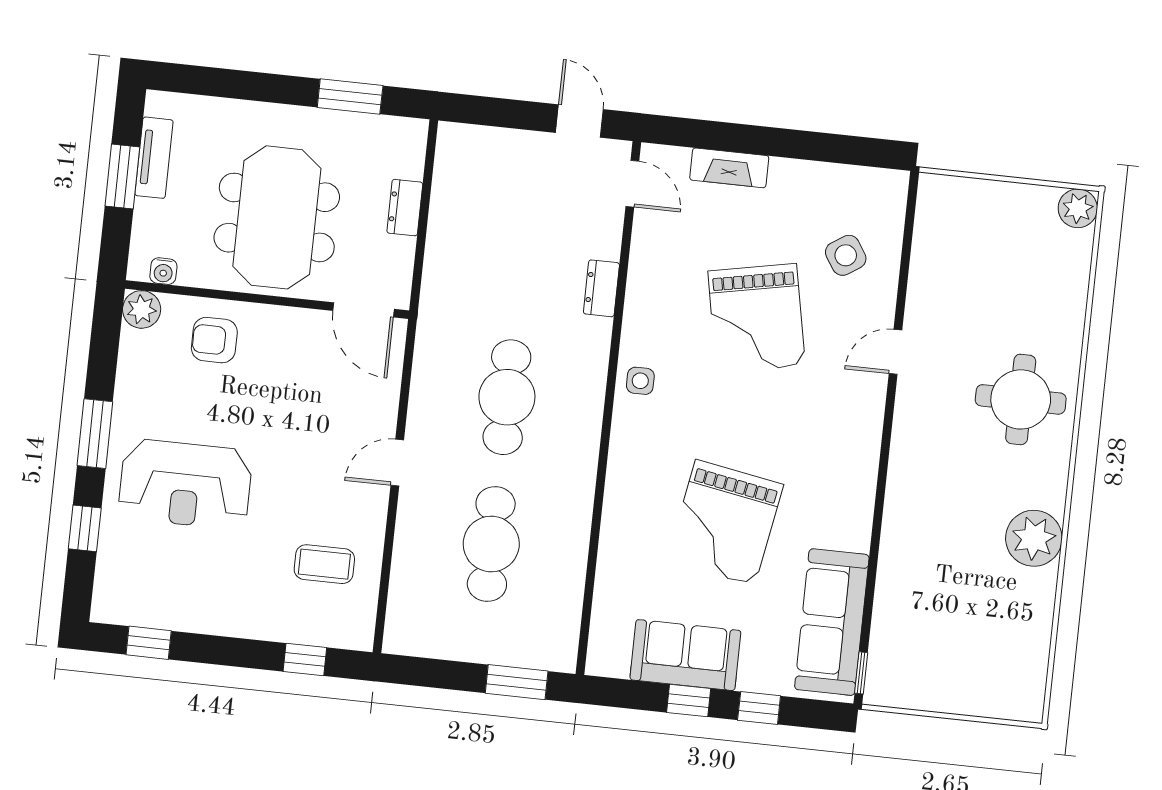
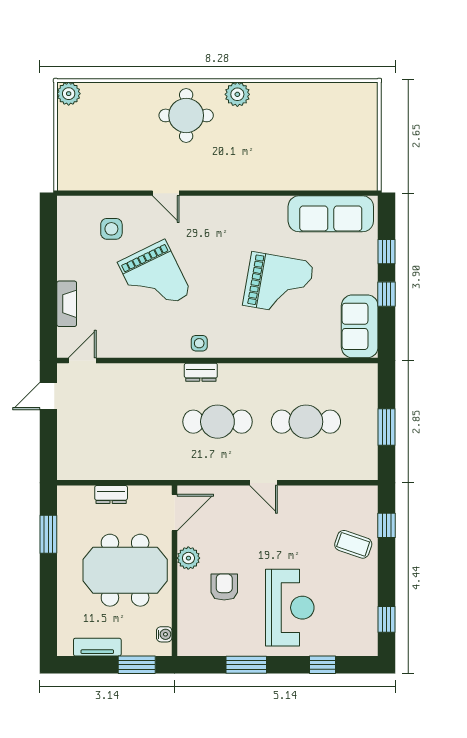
window: (122, 176) -> (137, 665), moved
side table: (846, 255) -> (111, 229), turned 33
dresser: (601, 288) -> (201, 372), moved
plant: (142, 309) -> (188, 558), moved
grand piano: (757, 318) -> (155, 278), turned 75
armchair: (214, 340) -> (224, 587), moved, turned 180
window: (95, 434) -> (246, 665), moved
plant: (1034, 538) -> (237, 94), moved, width x0.73, depth x0.73
coffee table: (324, 564) -> (353, 544), moved, turned -71
sofa: (685, 655) -> (360, 326), moved
window: (861, 673) -> (359, 193), removed
window: (517, 682) -> (387, 427), moved

